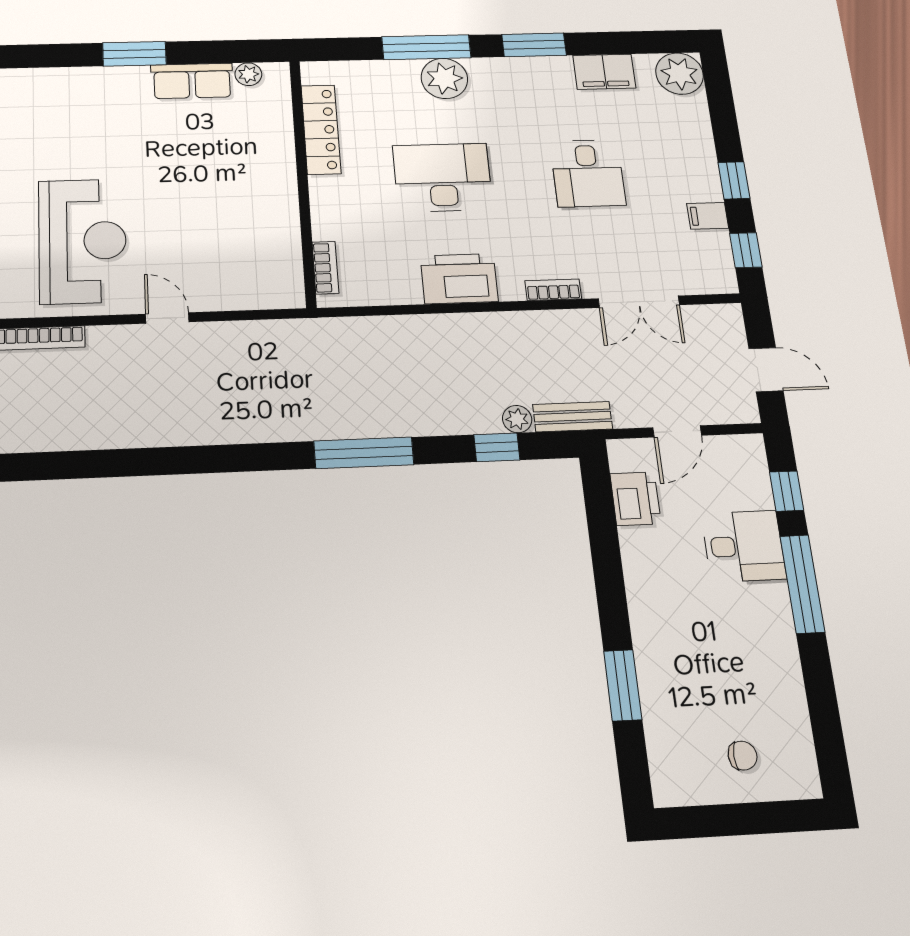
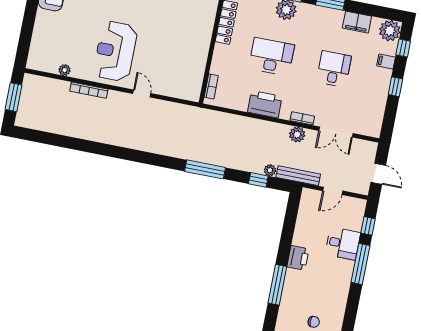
desk: (588, 173) -> (334, 69), turned 180
filing cabinet: (708, 216) -> (386, 61), moved
reception desk: (82, 241) -> (115, 51), turned 180
window: (746, 250) -> (403, 48), moved
plant: (554, 327) -> (297, 135), added
bench: (573, 417) -> (298, 176), width x1.36
printer: (635, 499) -> (298, 258), moved
window: (623, 685) -> (277, 285), width x1.44

